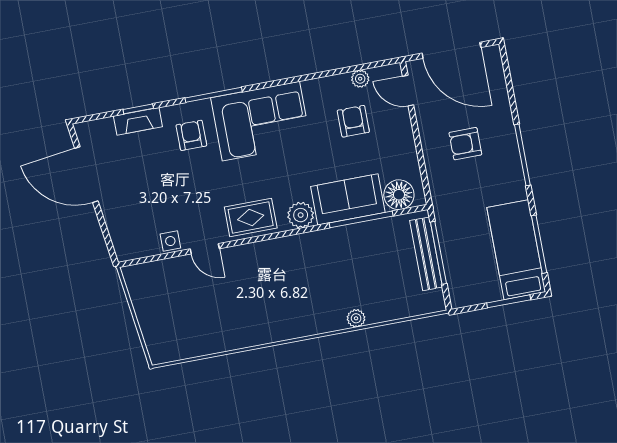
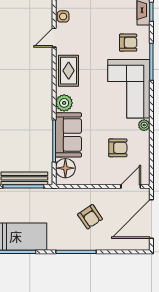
plant: (360, 79) -> (144, 125), moved
armchair: (465, 144) -> (90, 217), turned 146

